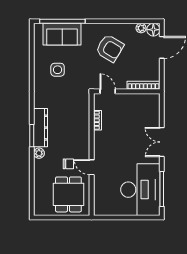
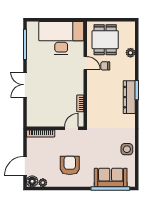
armchair: (110, 48) -> (70, 165), turned 59
side table: (58, 70) -> (127, 149), moved
door: (108, 91) -> (71, 128), swing flipped
double door: (162, 142) -> (25, 85), swing flipped
plant: (39, 153) -> (131, 53), moved
desk: (140, 190) -> (61, 38), moved, turned 90

